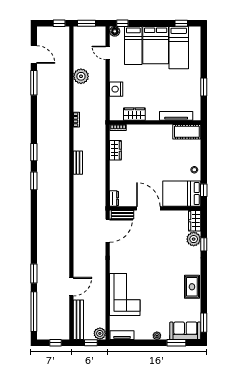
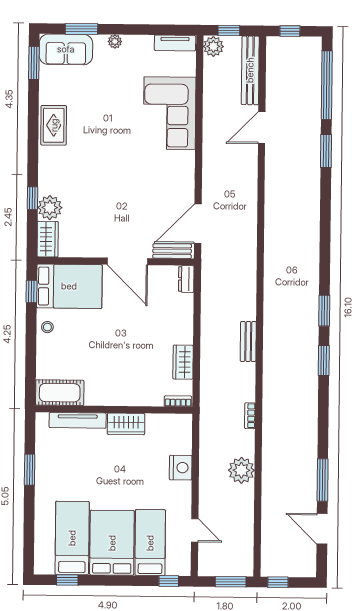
floor lamp: (115, 31) -> (182, 567), removed
plant: (81, 76) -> (241, 470), moved
wardrobe: (134, 114) -> (126, 424), moved

